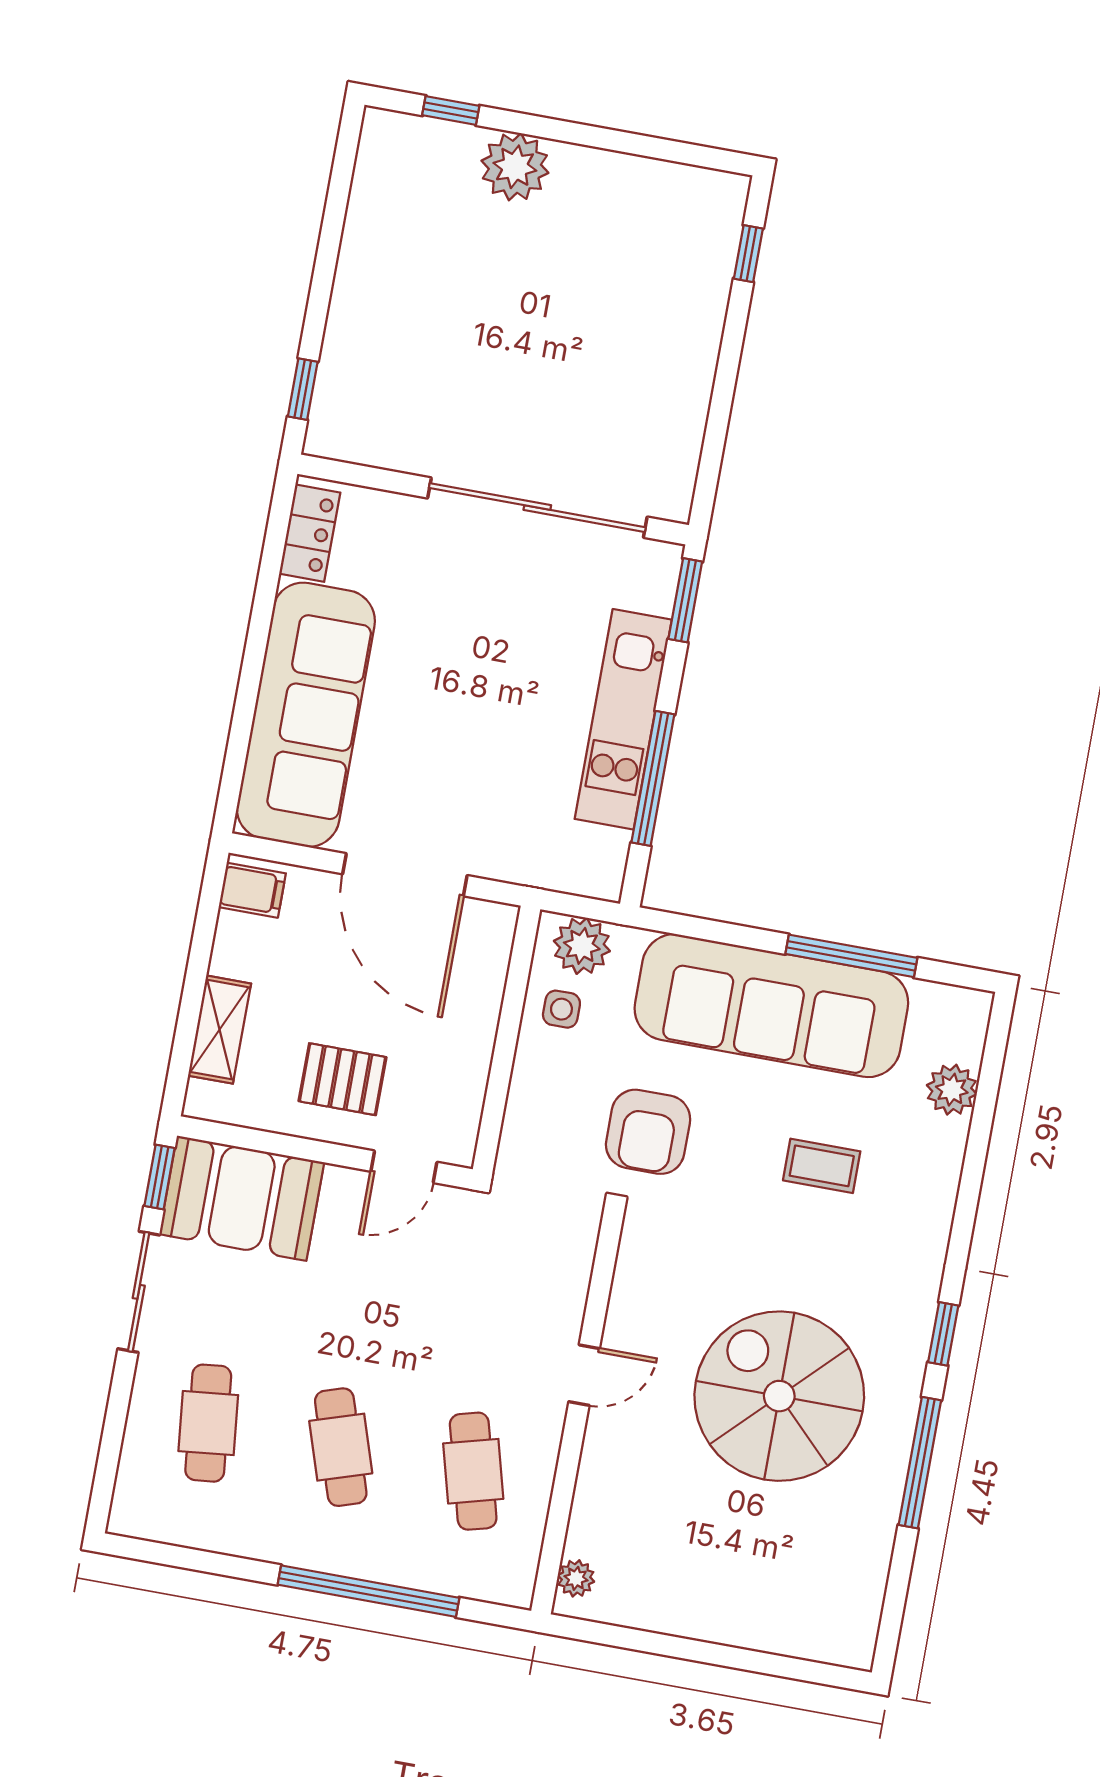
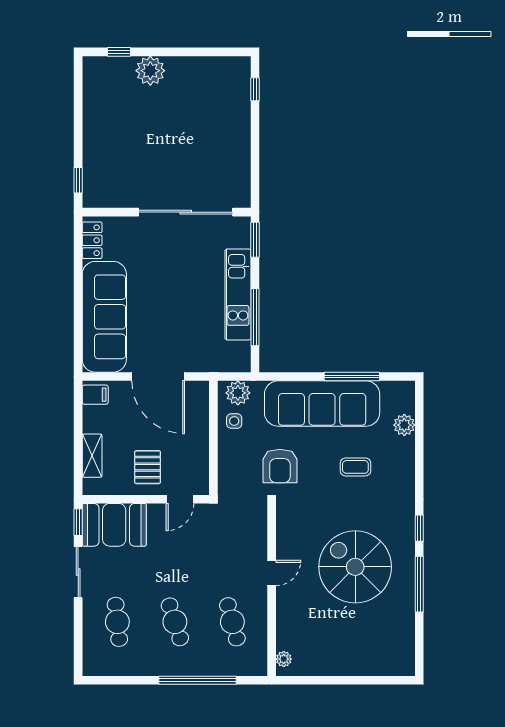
pallet: (343, 1079) -> (148, 467), turned 90

